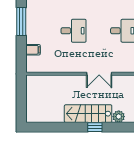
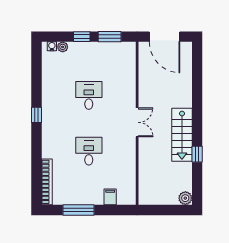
plant: (119, 117) -> (185, 198), moved
window: (95, 127) -> (197, 154), moved

